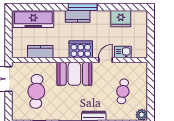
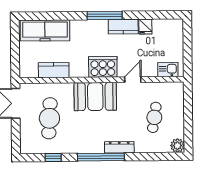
kitchen counter: (78, 16) -> (123, 27), moved
fridge: (121, 19) -> (145, 27), width x0.53, depth x0.75
kitchen sink: (123, 52) -> (168, 69), moved

